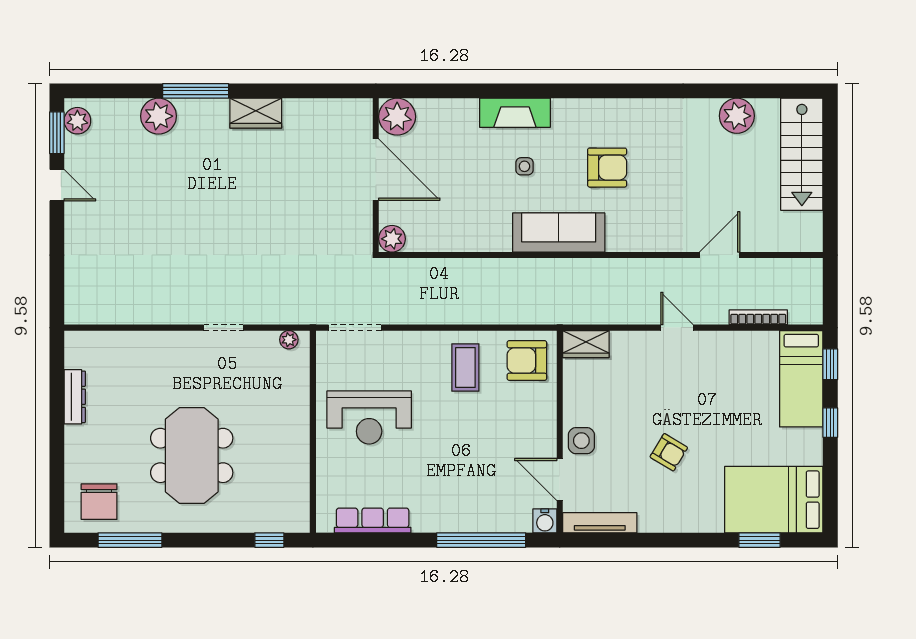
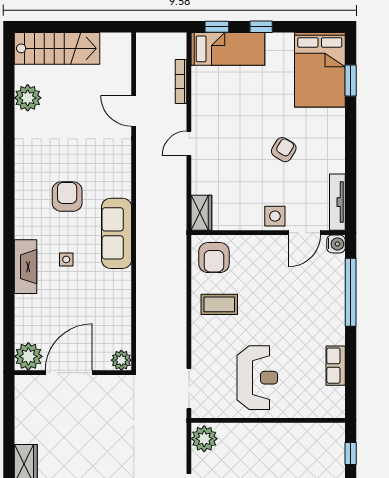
plant: (289, 340) -> (204, 439), width x1.88, depth x1.88
row of seats: (373, 520) -> (336, 366), width x0.68

